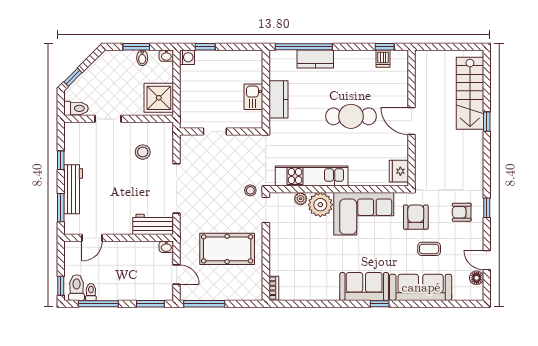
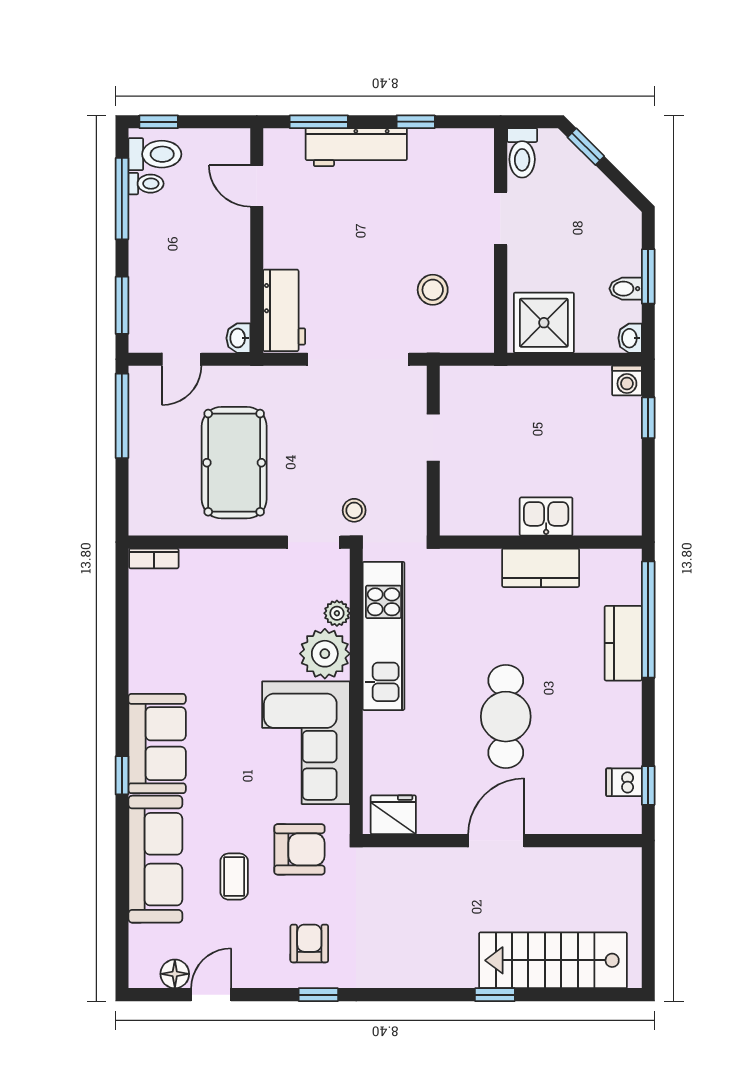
doorway: (215, 131) -> (433, 438), moved
wall: (221, 131) -> (433, 451), moved

